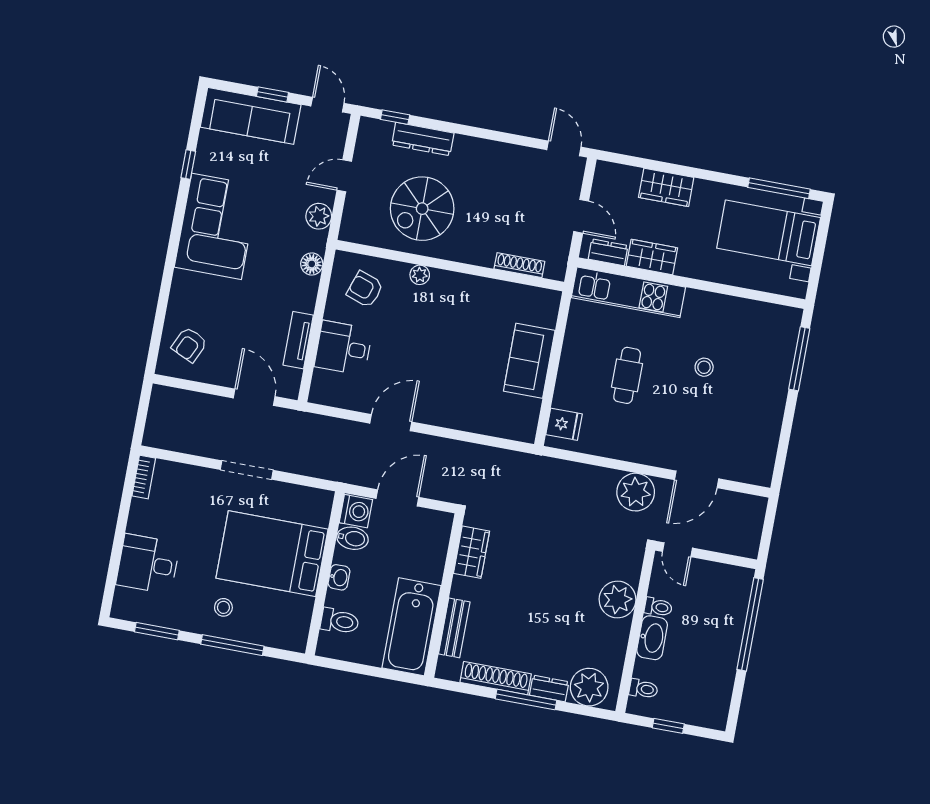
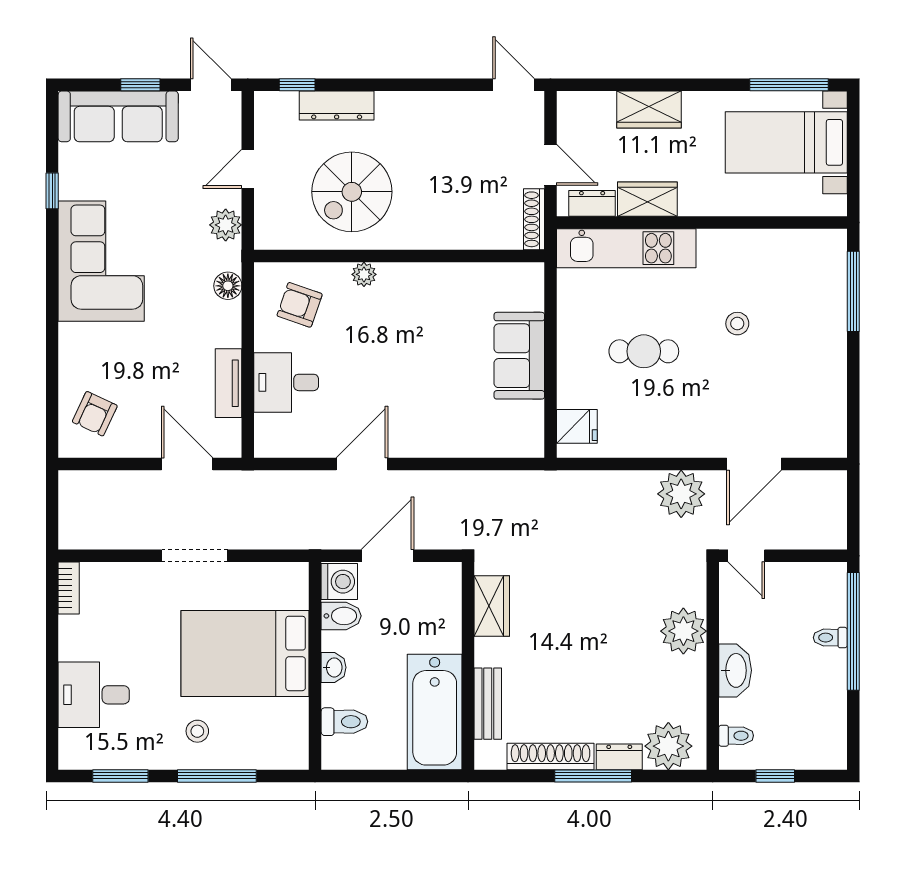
shoe rack: (519, 265) -> (534, 219), moved, turned -90
cafe table: (627, 375) -> (644, 351), turned 90
toilet: (658, 607) -> (830, 638), moved, turned 180

